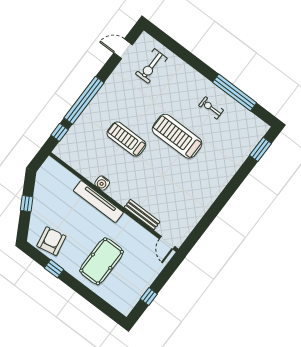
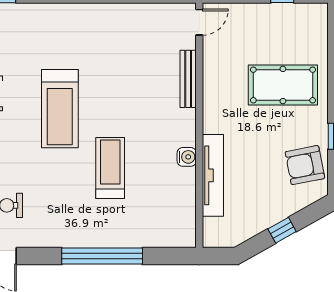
window: (60, 132) -> (164, 256), removed
treadmill: (126, 139) -> (110, 168), turned 180
tv unit: (98, 201) -> (213, 175), moved

